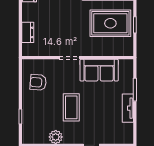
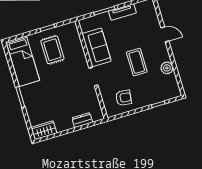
rug: (110, 23) -> (52, 50), width x0.73, depth x0.70
armchair: (38, 82) -> (124, 98), turned -87
coffee table: (71, 107) -> (137, 62), turned 90

